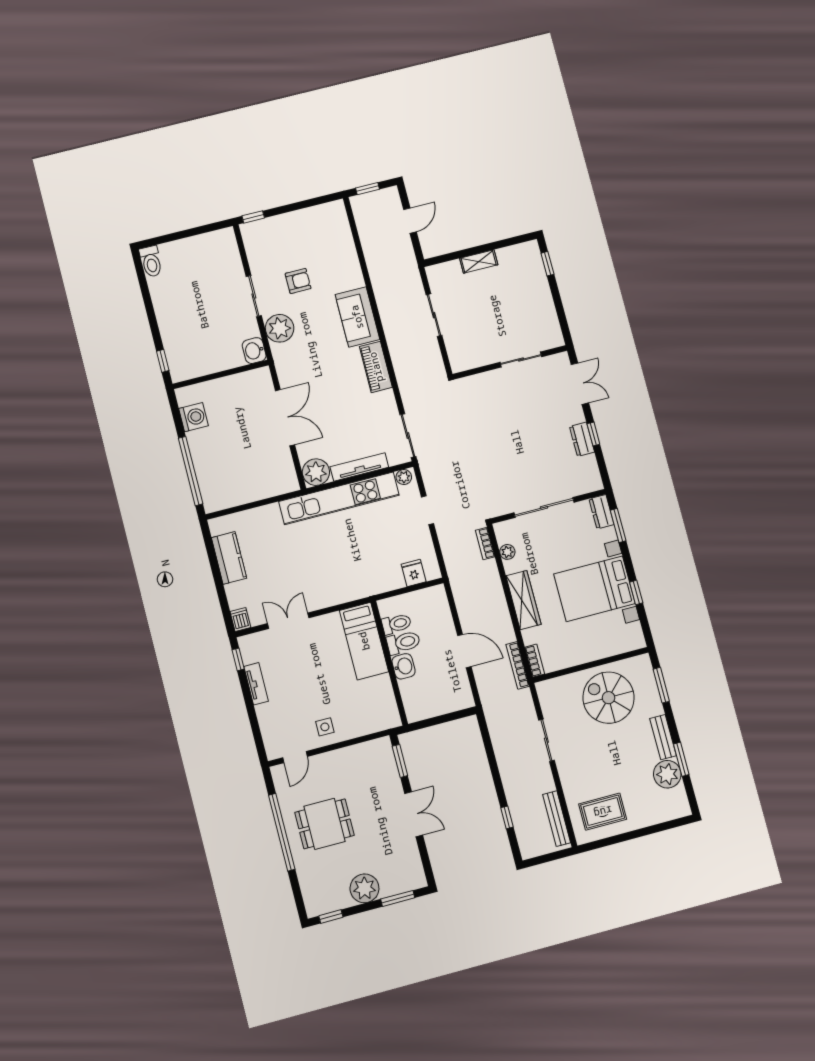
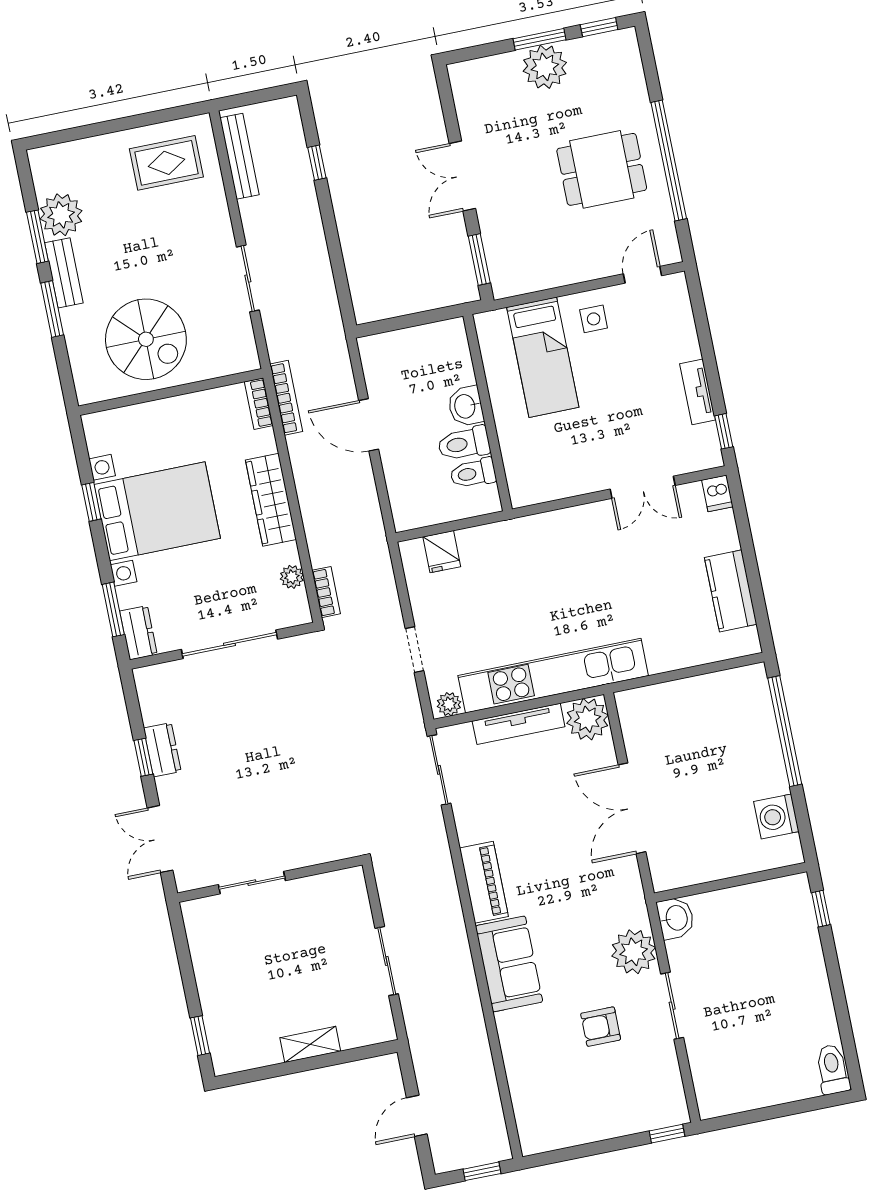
bed: (364, 641) -> (543, 357), moved, turned 180
window: (661, 685) -> (52, 309), moved
window: (398, 898) -> (540, 39), moved

